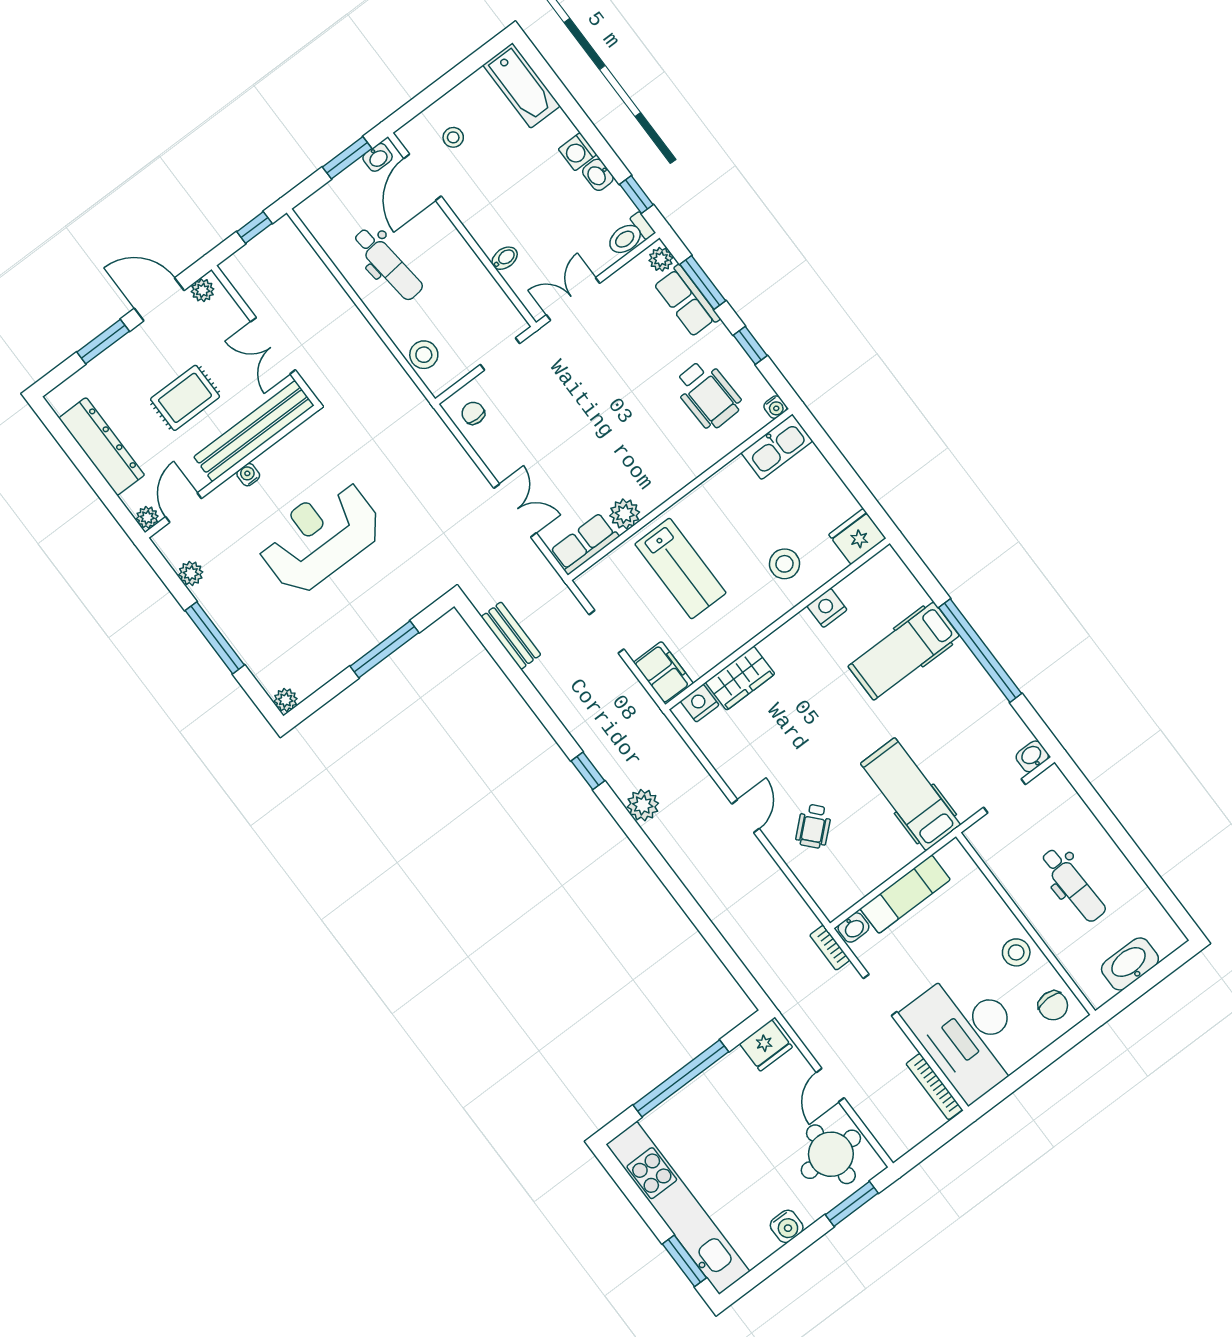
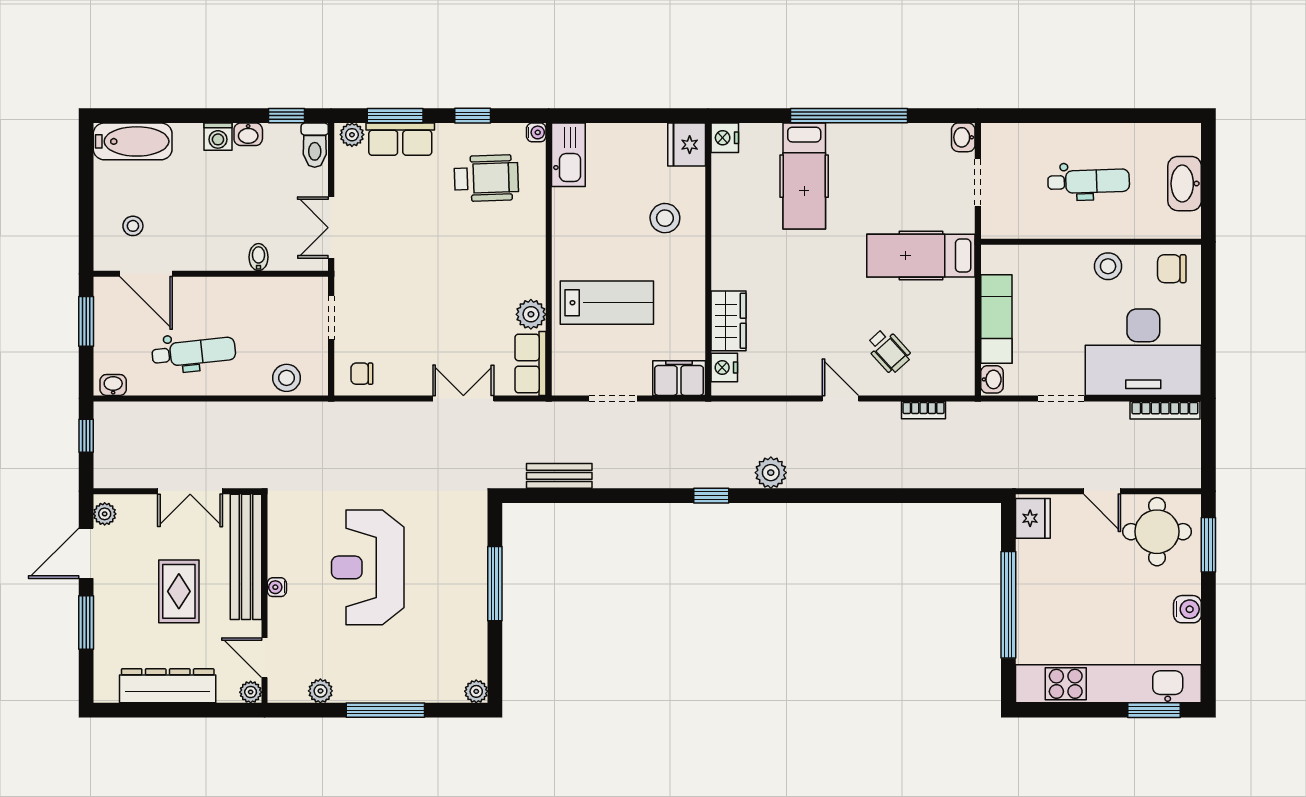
washbasin: (378, 157) -> (113, 385), moved, turned -90
nightstand: (827, 608) -> (725, 138), moved
bookcase: (830, 948) -> (924, 410), moved
chair: (1053, 1006) -> (1172, 269), turned 180

